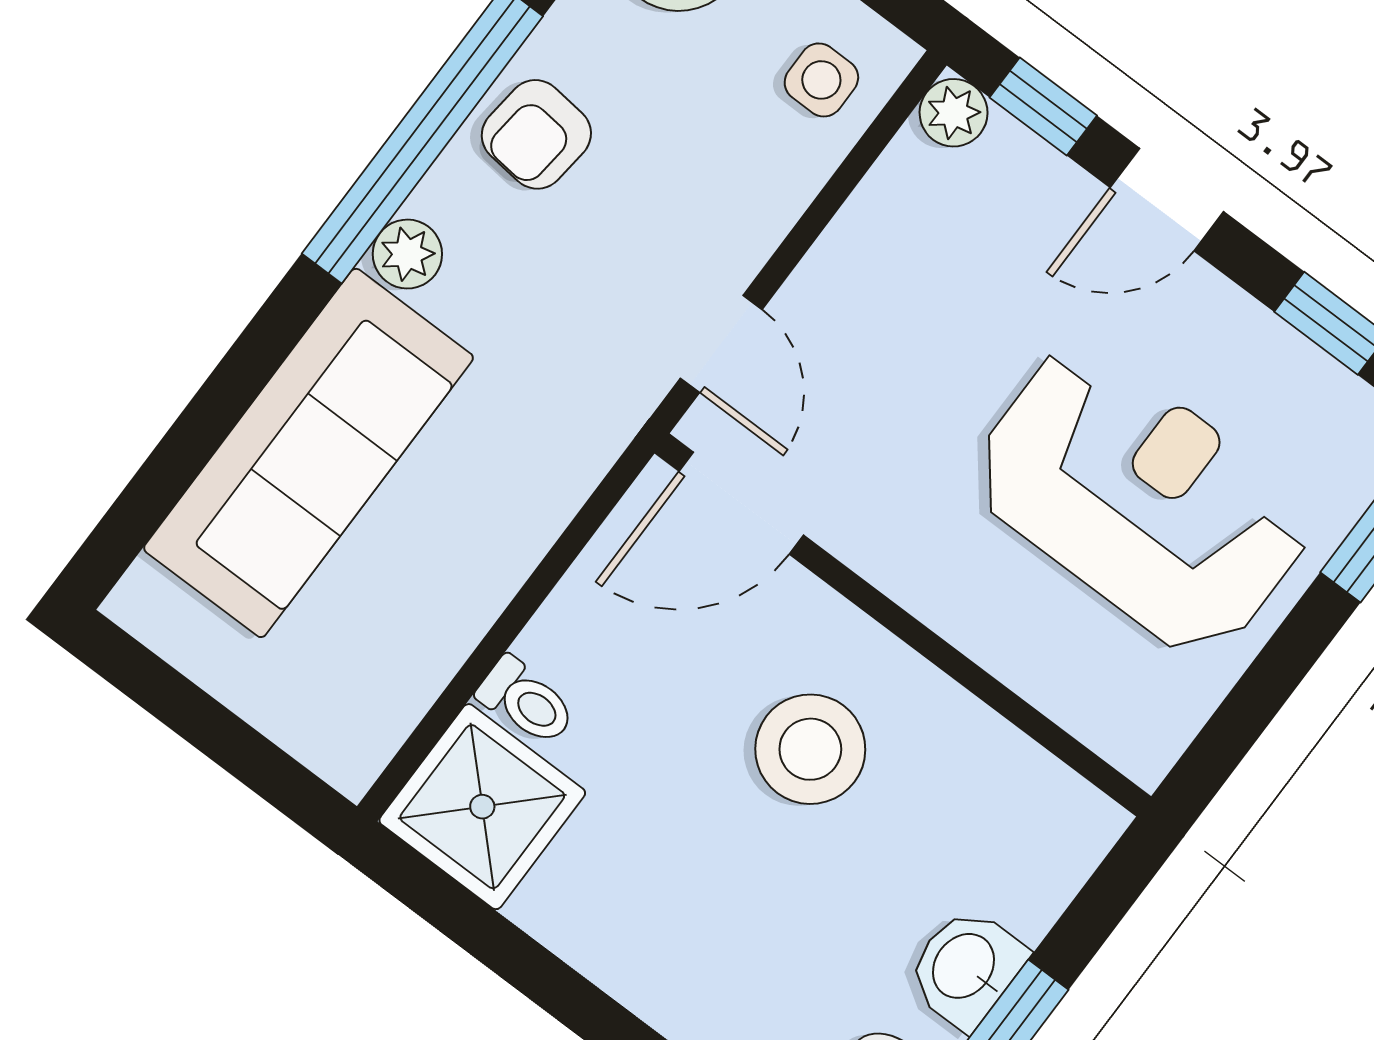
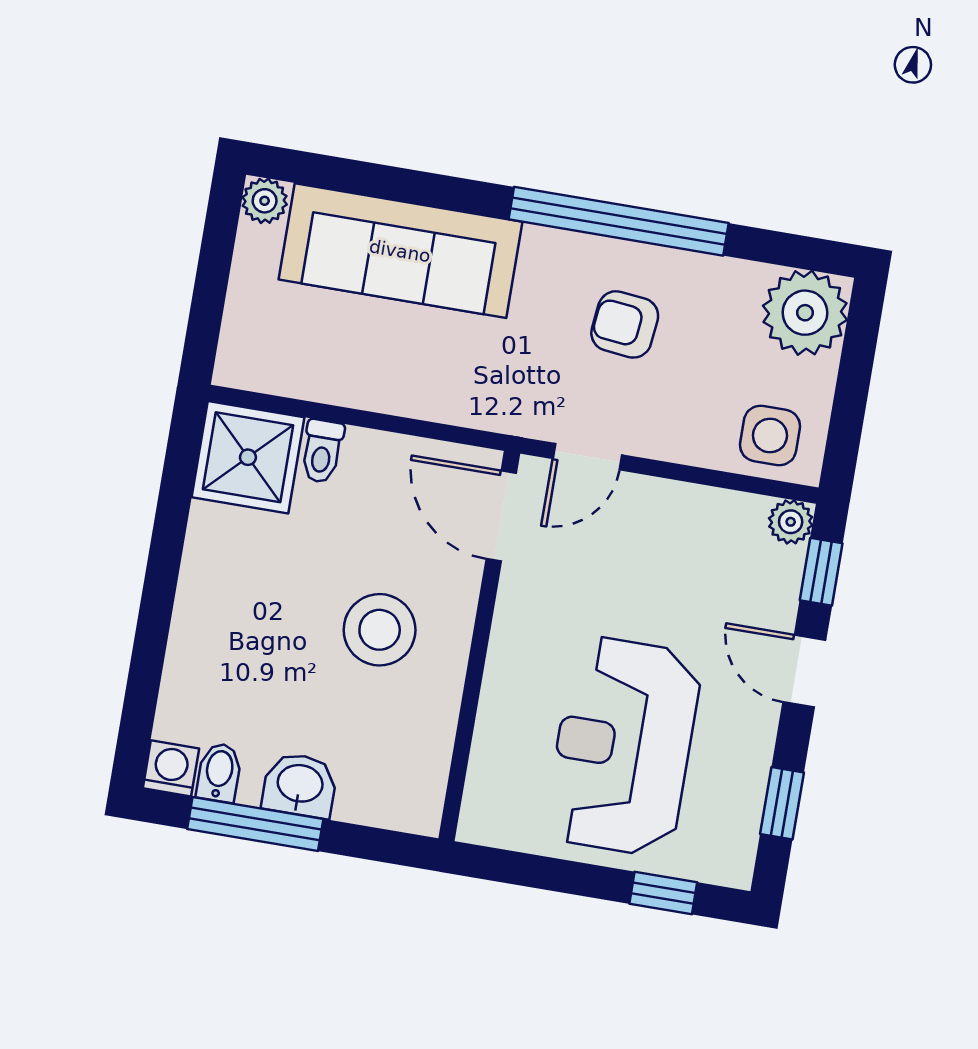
side table: (821, 80) -> (770, 436), width x1.37, depth x1.37
armchair: (536, 134) -> (625, 324), moved
plant: (407, 254) -> (265, 201), moved
reception desk: (1141, 499) -> (623, 746), turned 180

